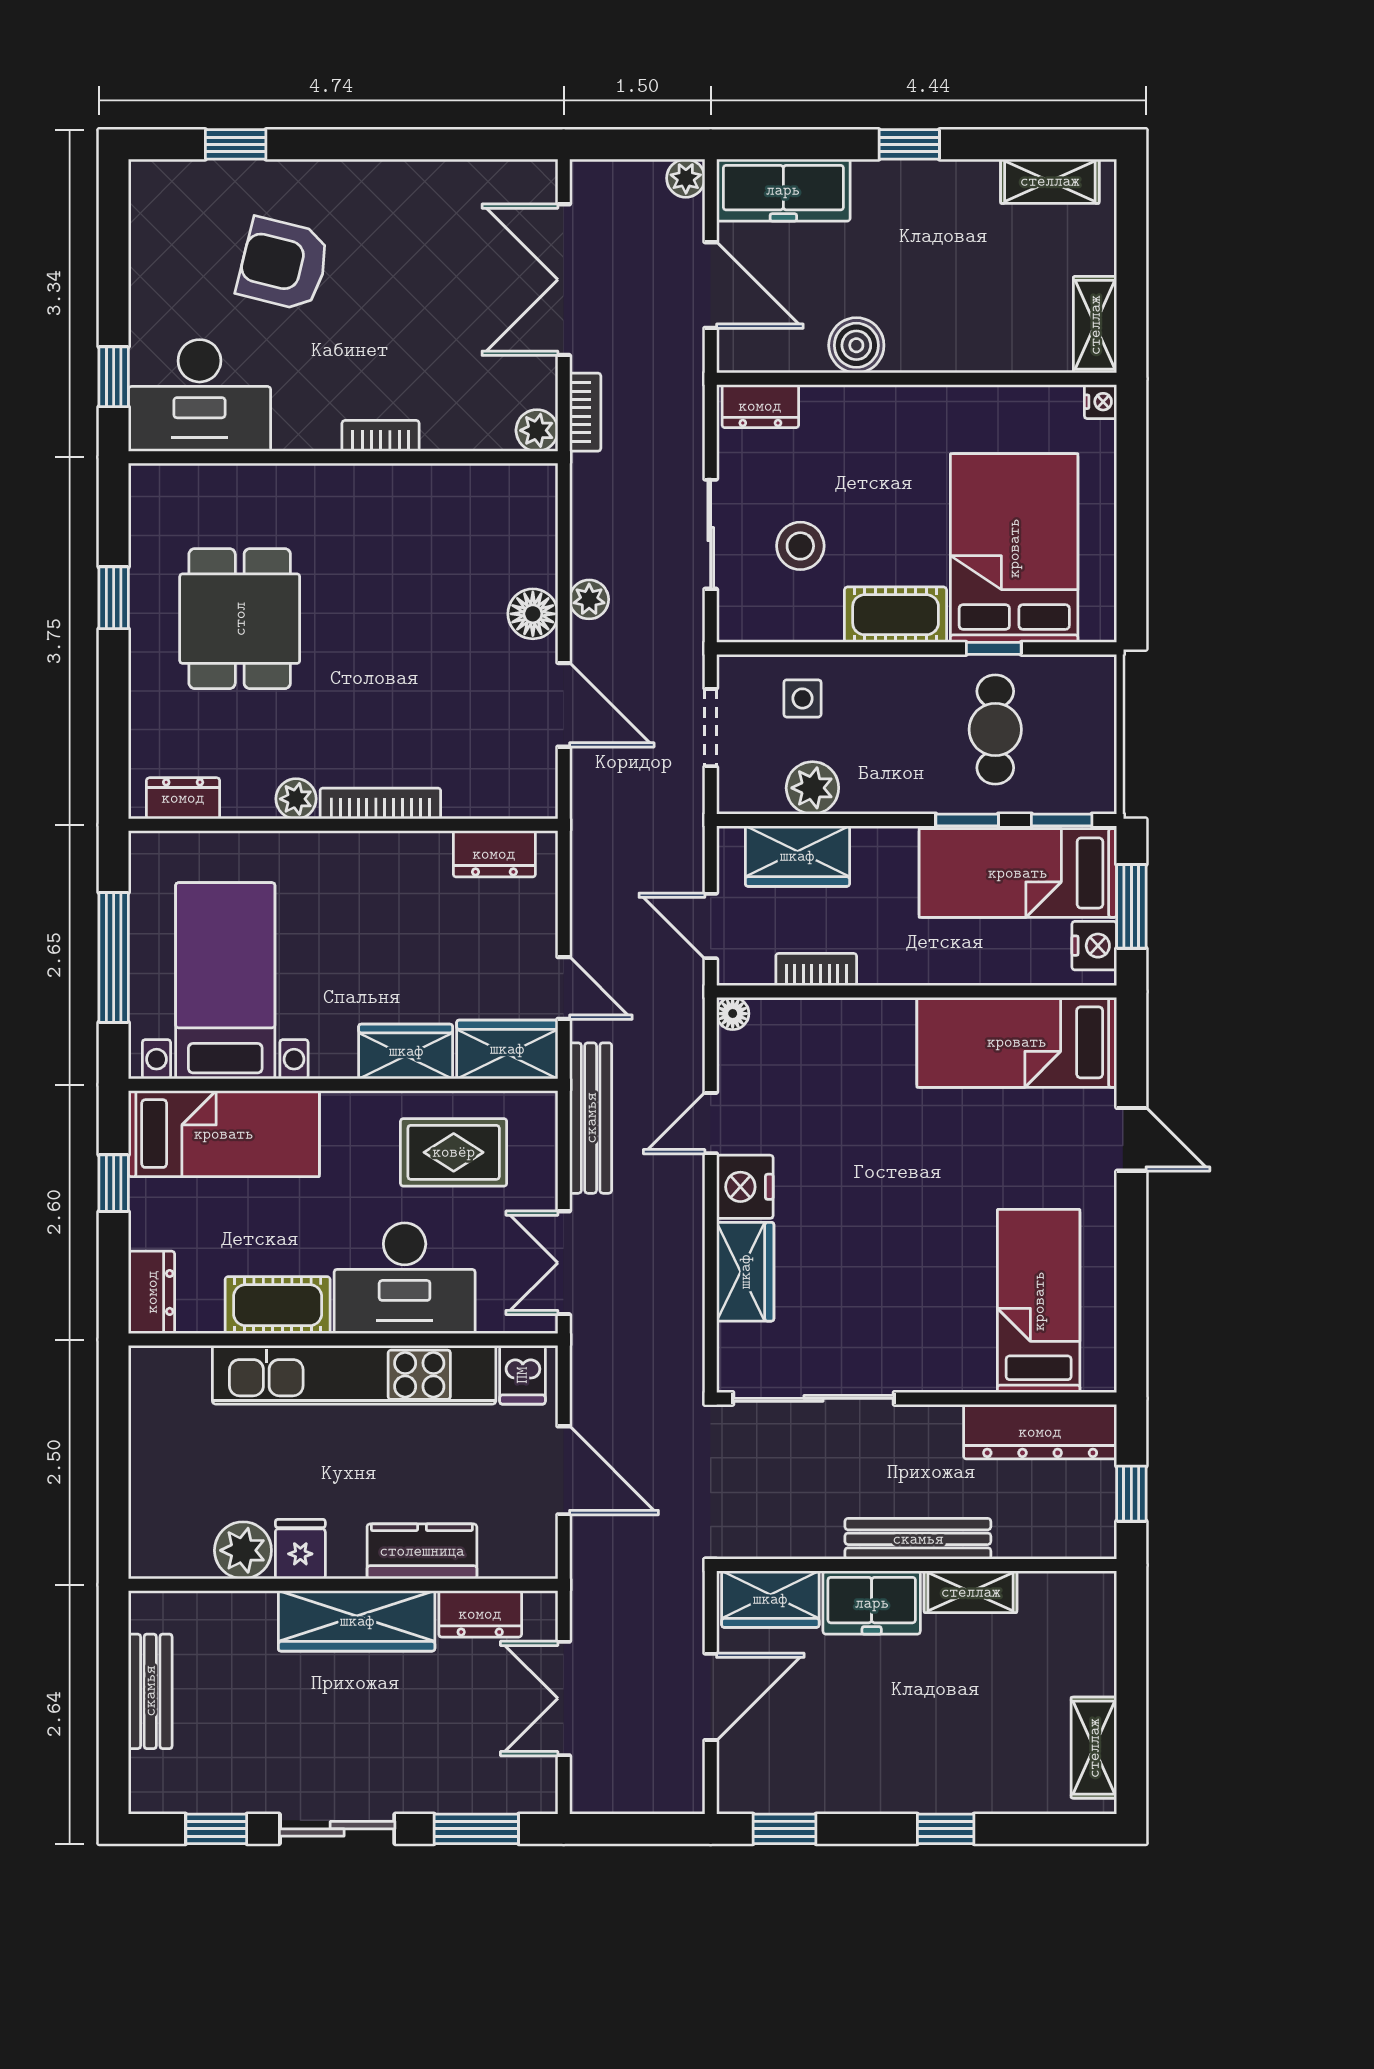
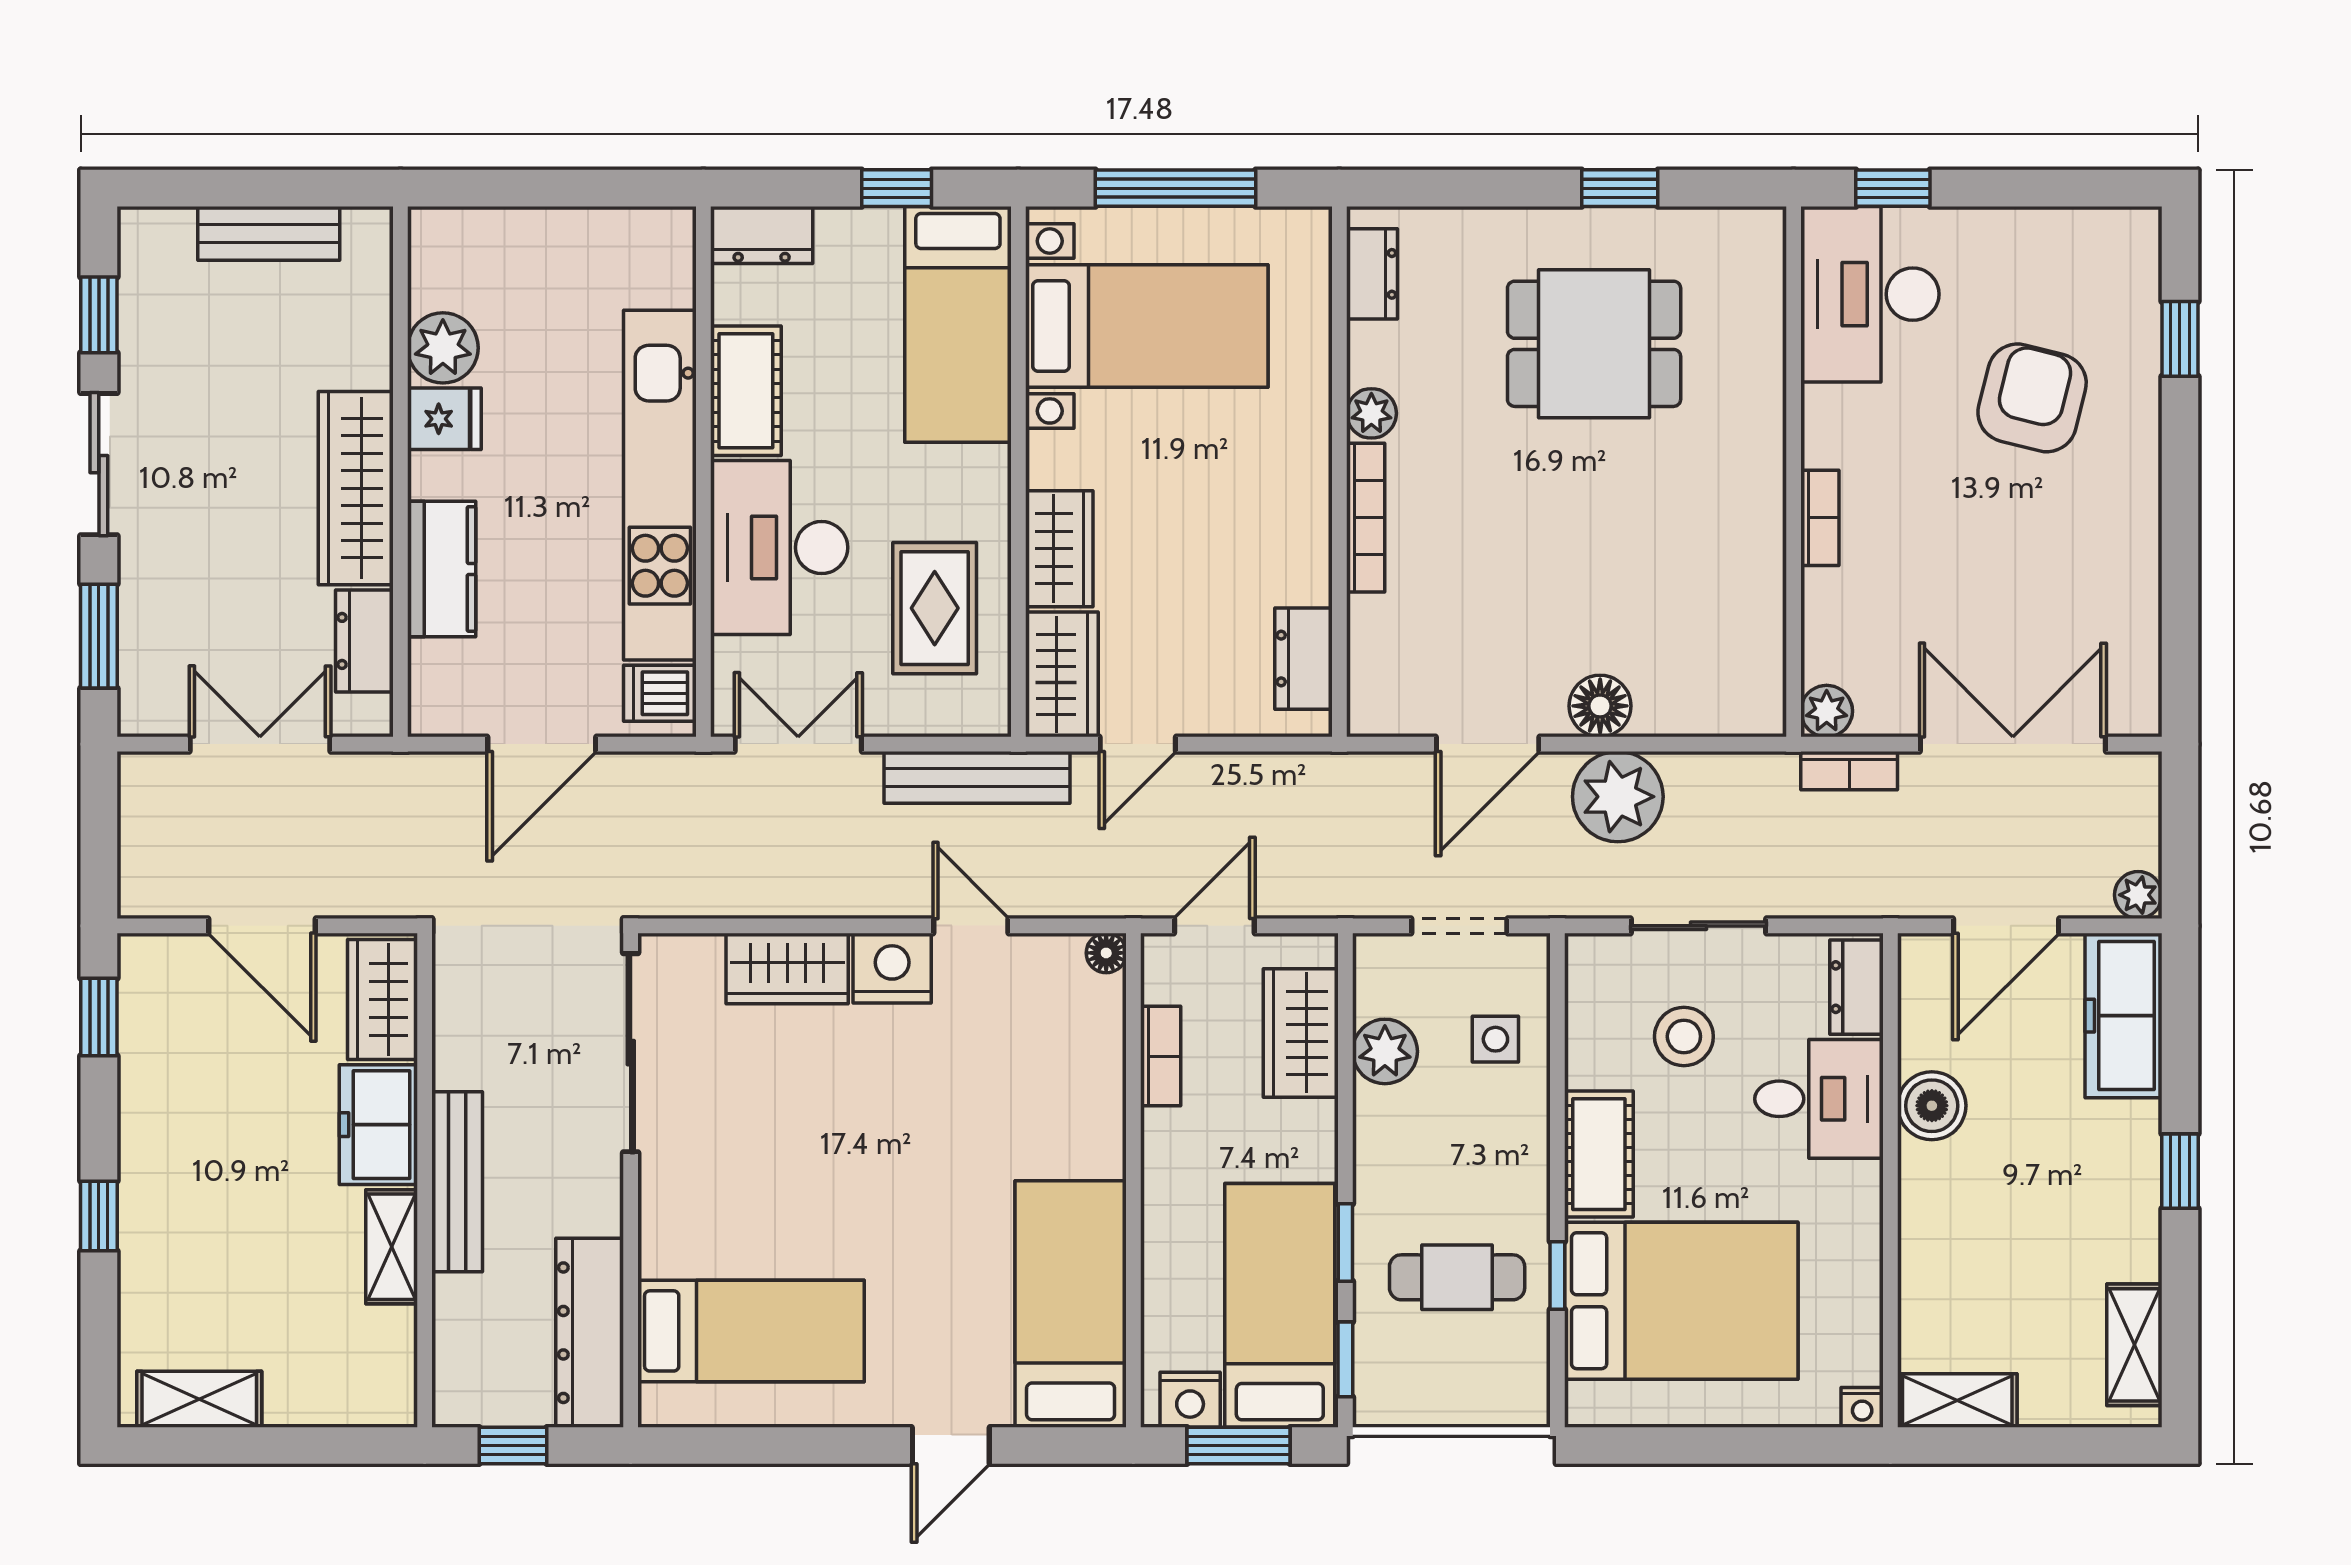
desk: (851, 437) -> (1819, 1099), added
plant: (589, 599) -> (1618, 797), width x1.88, depth x1.88

